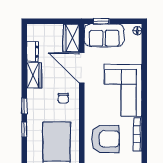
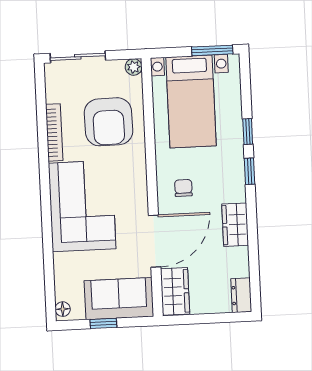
window: (101, 21) -> (103, 323), moved
dresser: (32, 52) -> (241, 295), moved
door: (82, 68) -> (155, 241), hinge flipped
armchair: (105, 139) -> (109, 122), turned -91

